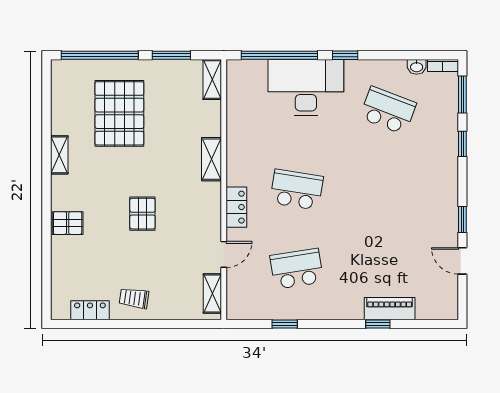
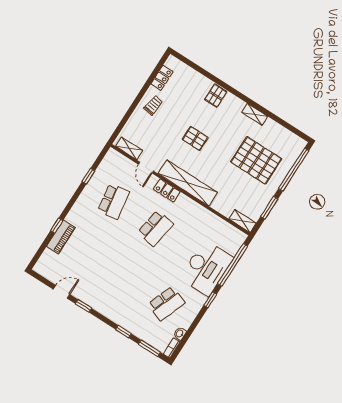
shelving: (212, 159) -> (188, 183), width x2.20, depth x1.33

